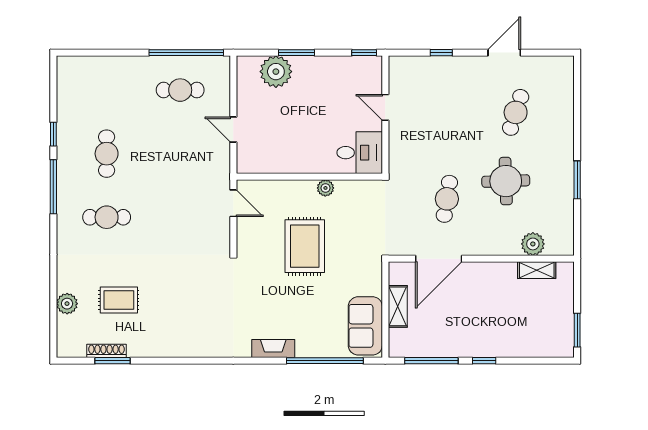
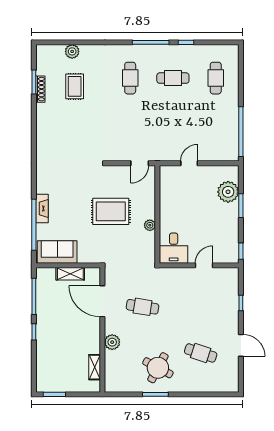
cafe table: (180, 90) -> (216, 78), moved
round table: (506, 181) -> (158, 368), moved, turned 30
plant: (533, 244) -> (112, 342), moved
fireplace: (273, 348) -> (42, 208), moved
shoe rack: (106, 351) -> (40, 89), moved

